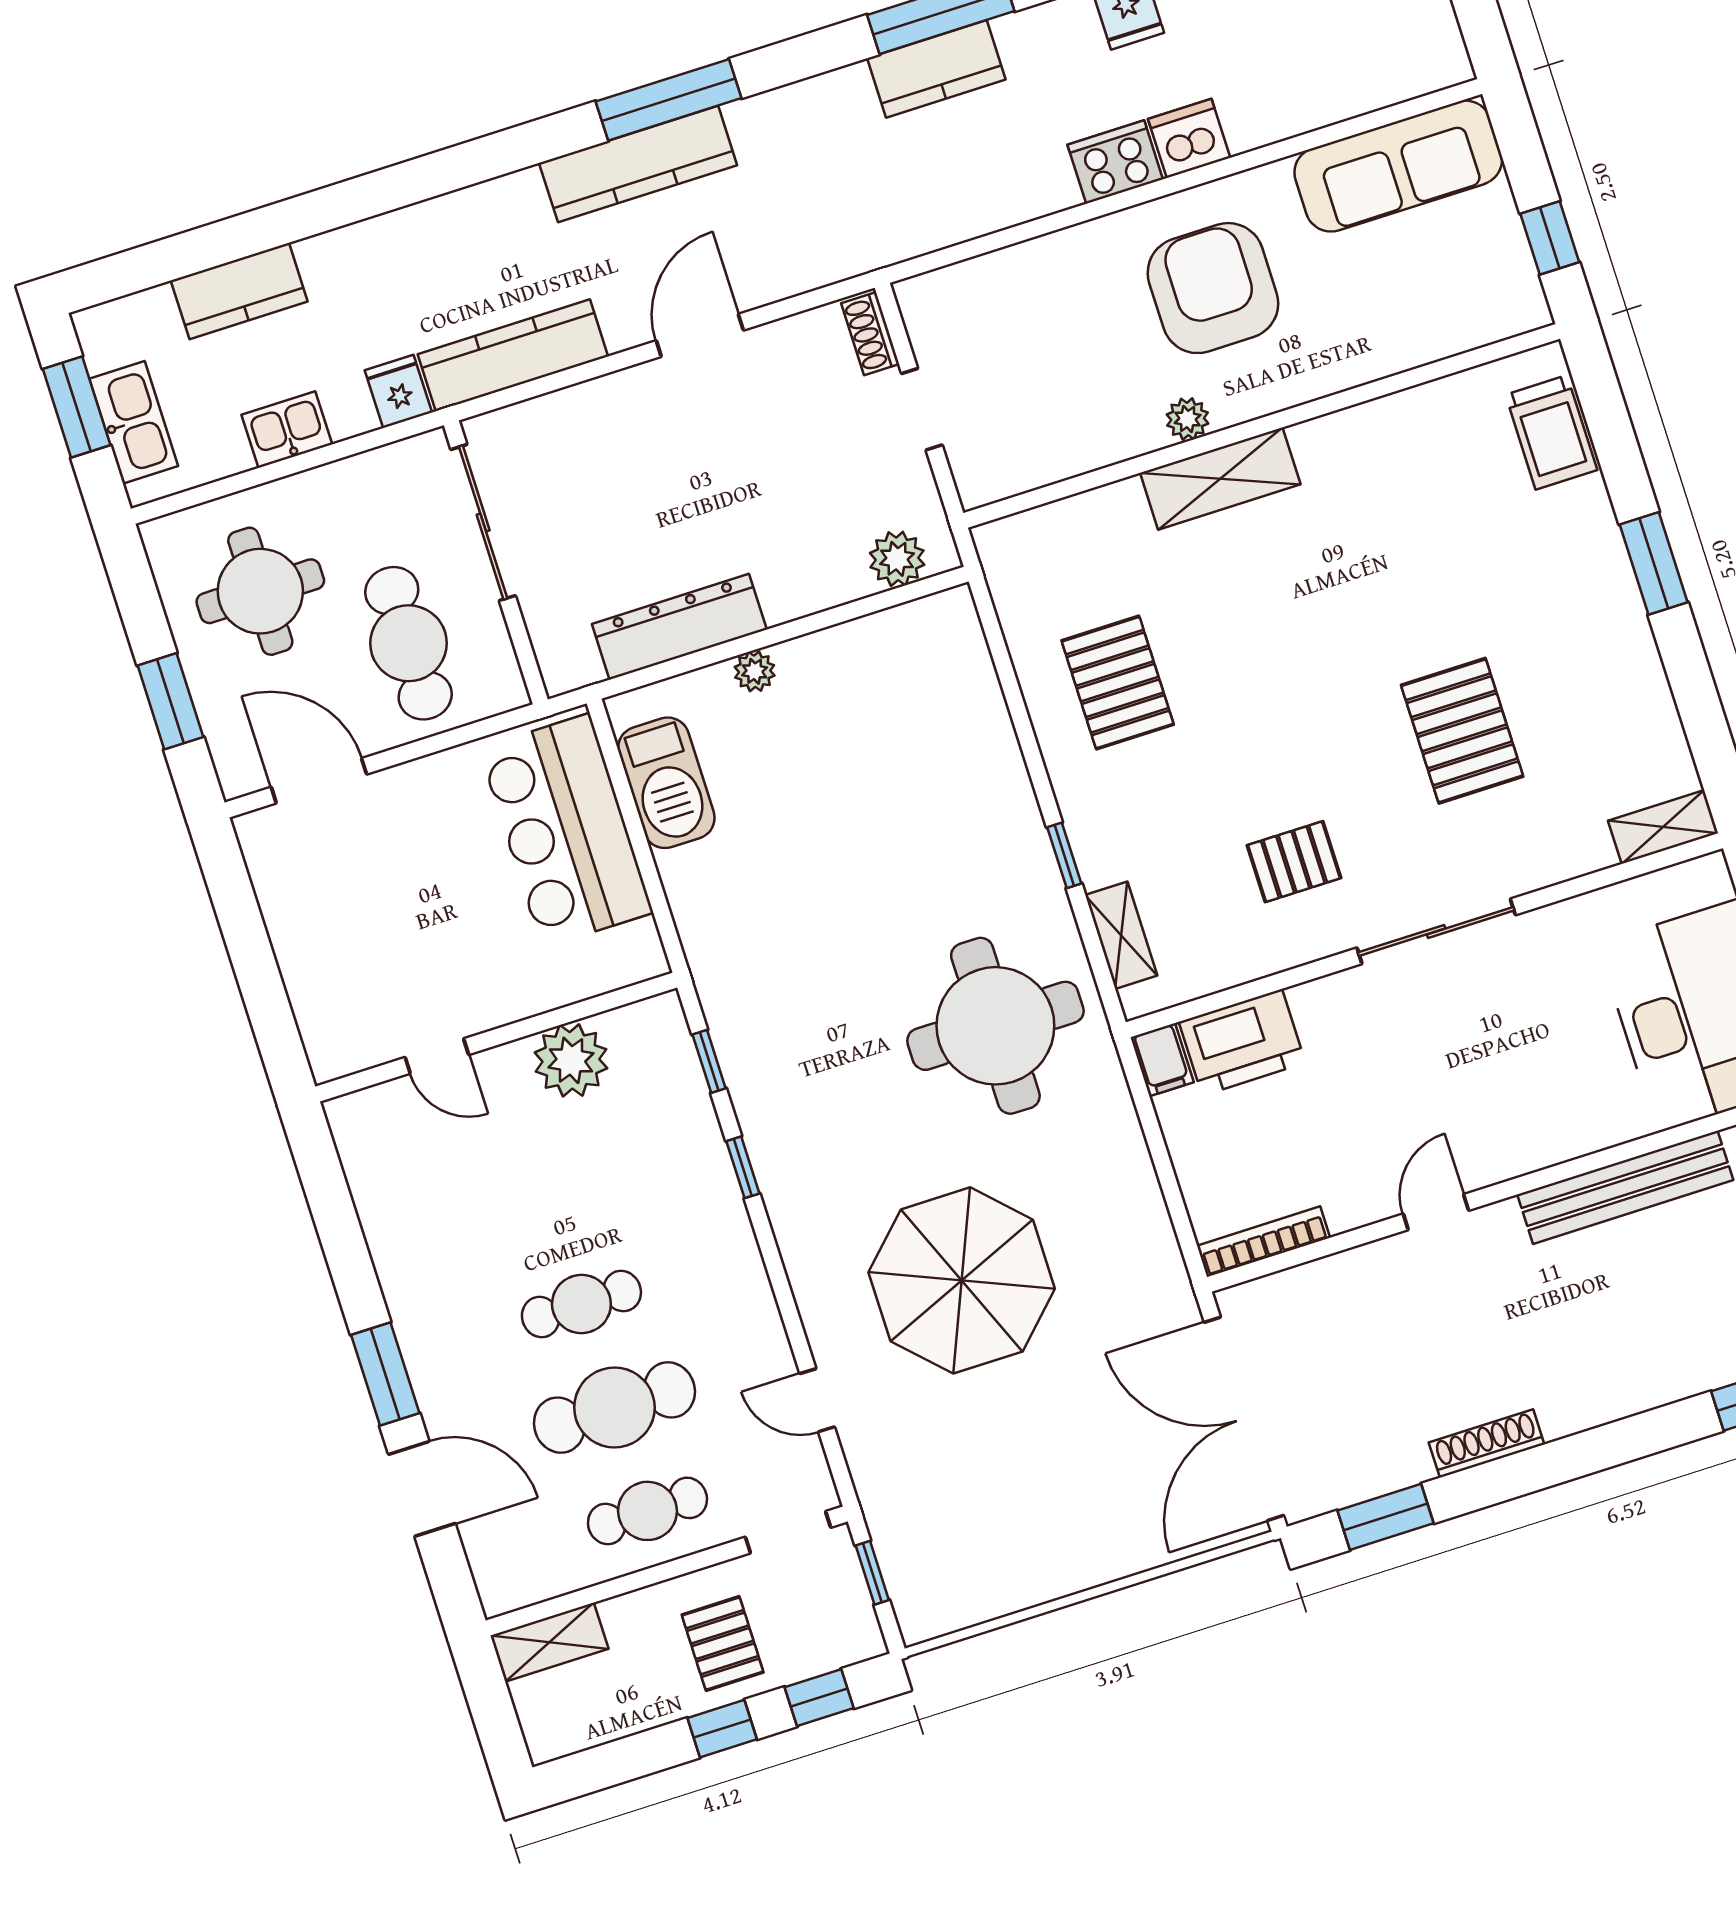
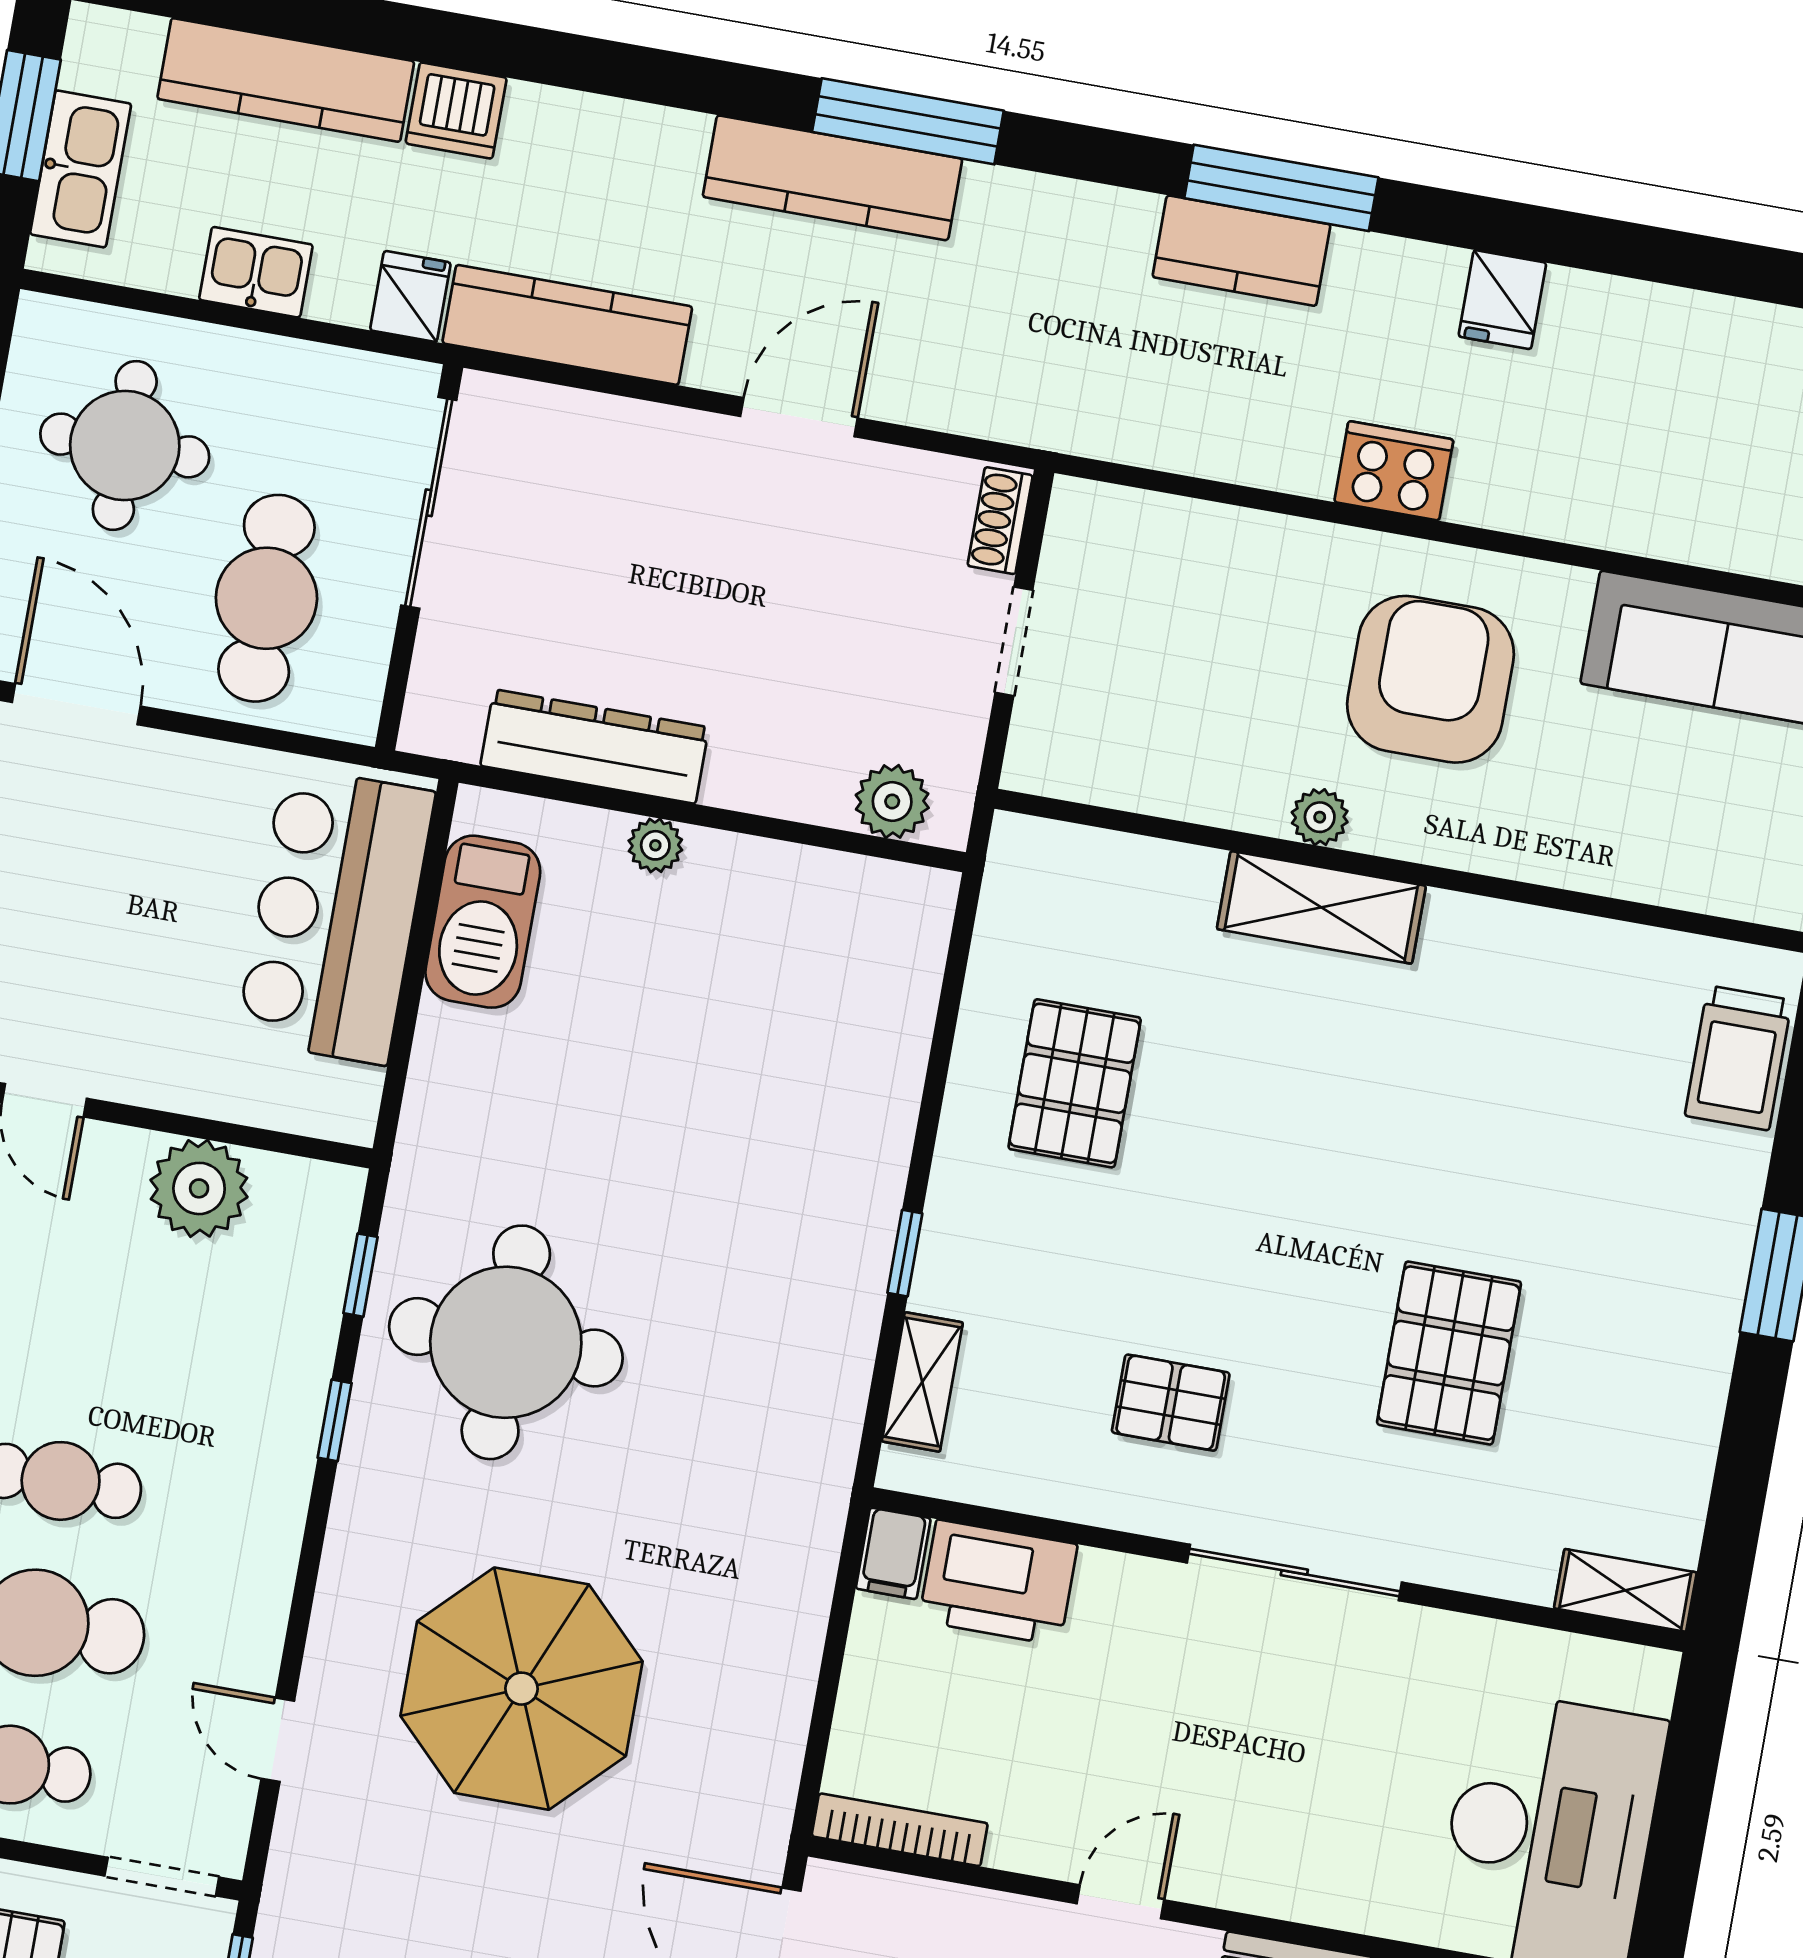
dishwasher: (1189, 138) -> (456, 111), moved, turned 180
kitchen counter: (239, 291) -> (286, 80), width x1.50
round table: (995, 1026) -> (506, 1342), moved

